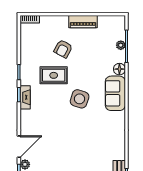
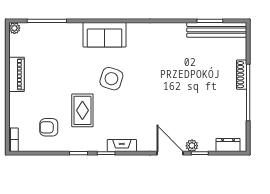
plant: (121, 45) -> (14, 28), moved
armchair: (63, 49) -> (49, 127), moved, turned 152
floor lamp: (119, 69) -> (75, 30), removed
fireplace: (25, 97) -> (122, 145), moved

